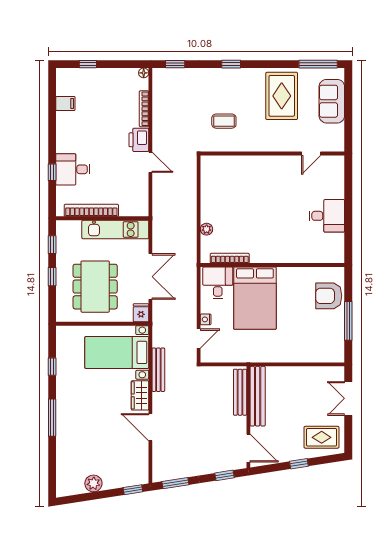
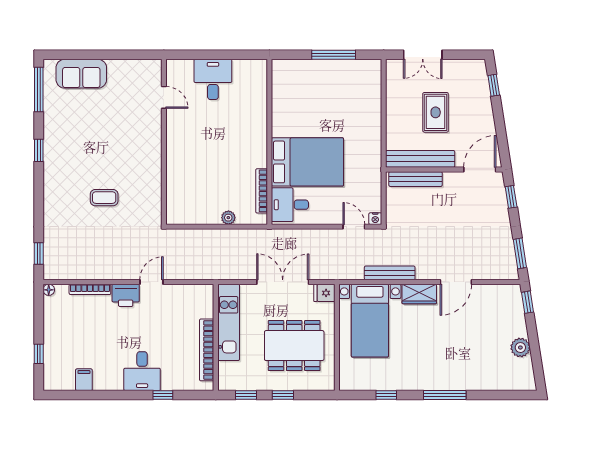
window: (231, 64) -> (39, 150), moved
rug: (282, 96) -> (75, 131), removed
coffee table: (224, 121) -> (104, 198), turned 90
wall: (272, 154) -> (164, 142), moved
door: (311, 154) -> (164, 97), moved
desk: (73, 169) -> (142, 371), moved
armchair: (329, 296) -> (305, 77), removed
nightstand: (206, 319) -> (375, 219), moved
rug: (322, 437) -> (436, 112), moved
window: (299, 464) -> (494, 85), moved

